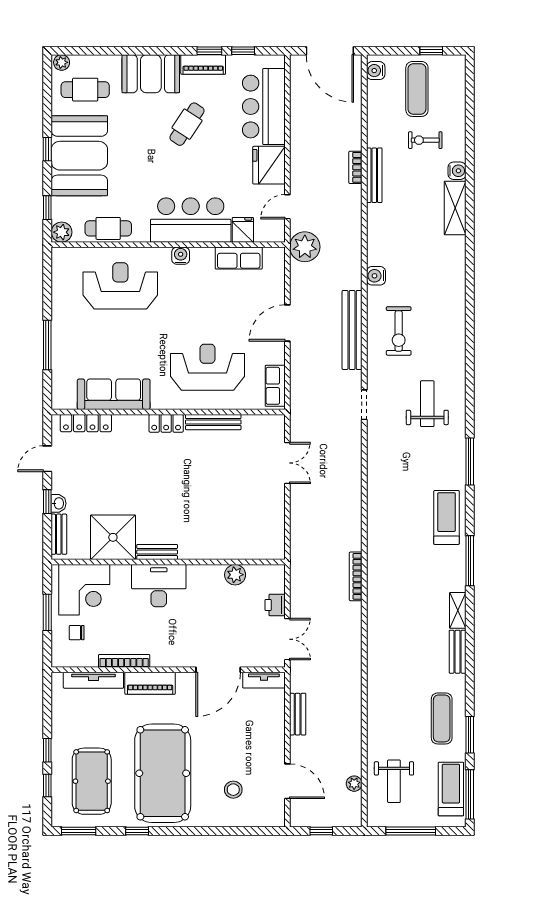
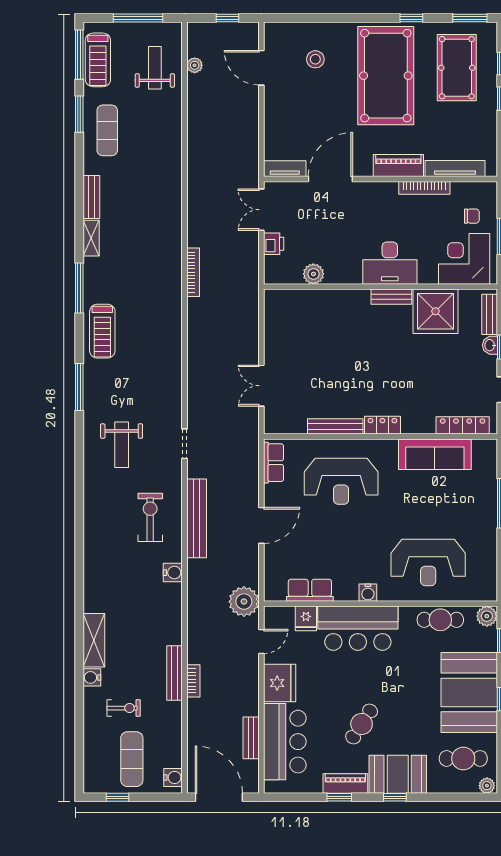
window: (243, 51) -> (395, 797), moved
bench: (298, 714) -> (251, 738), moved

